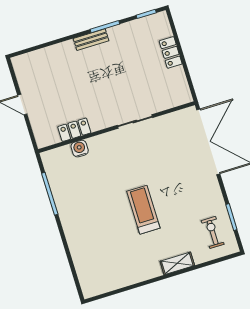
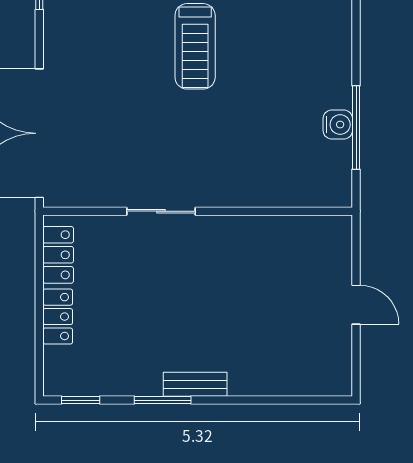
locker: (74, 130) -> (58, 255), moved, turned -90
water cooler: (80, 149) -> (338, 125), moved, turned -90

